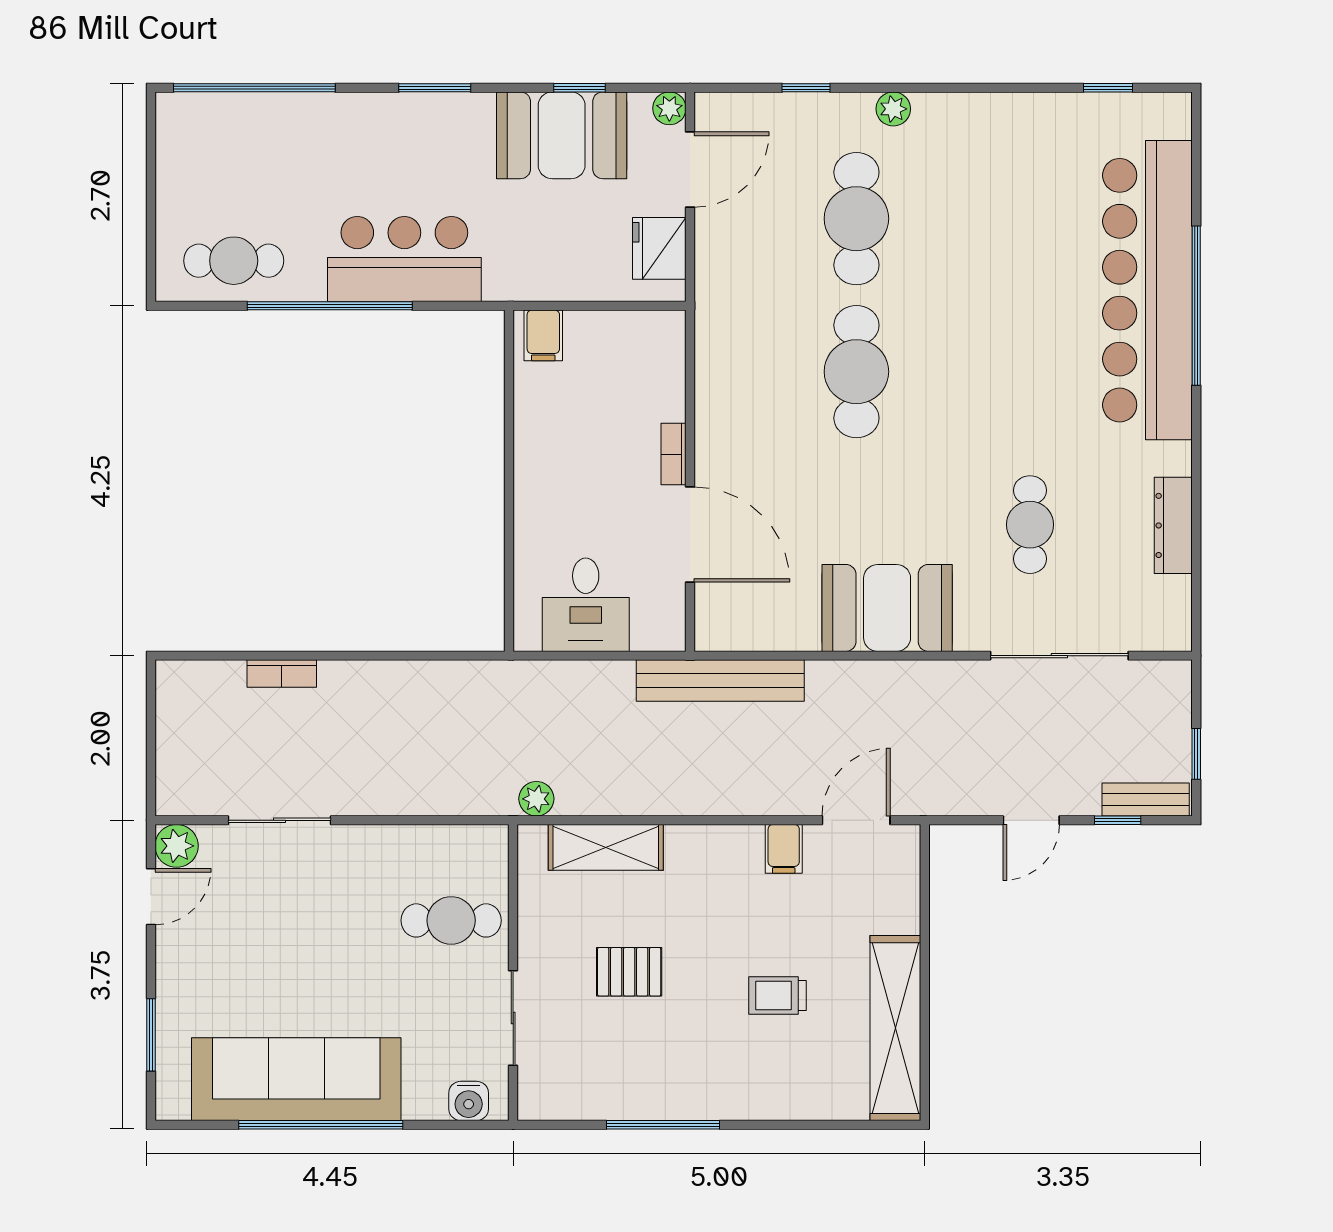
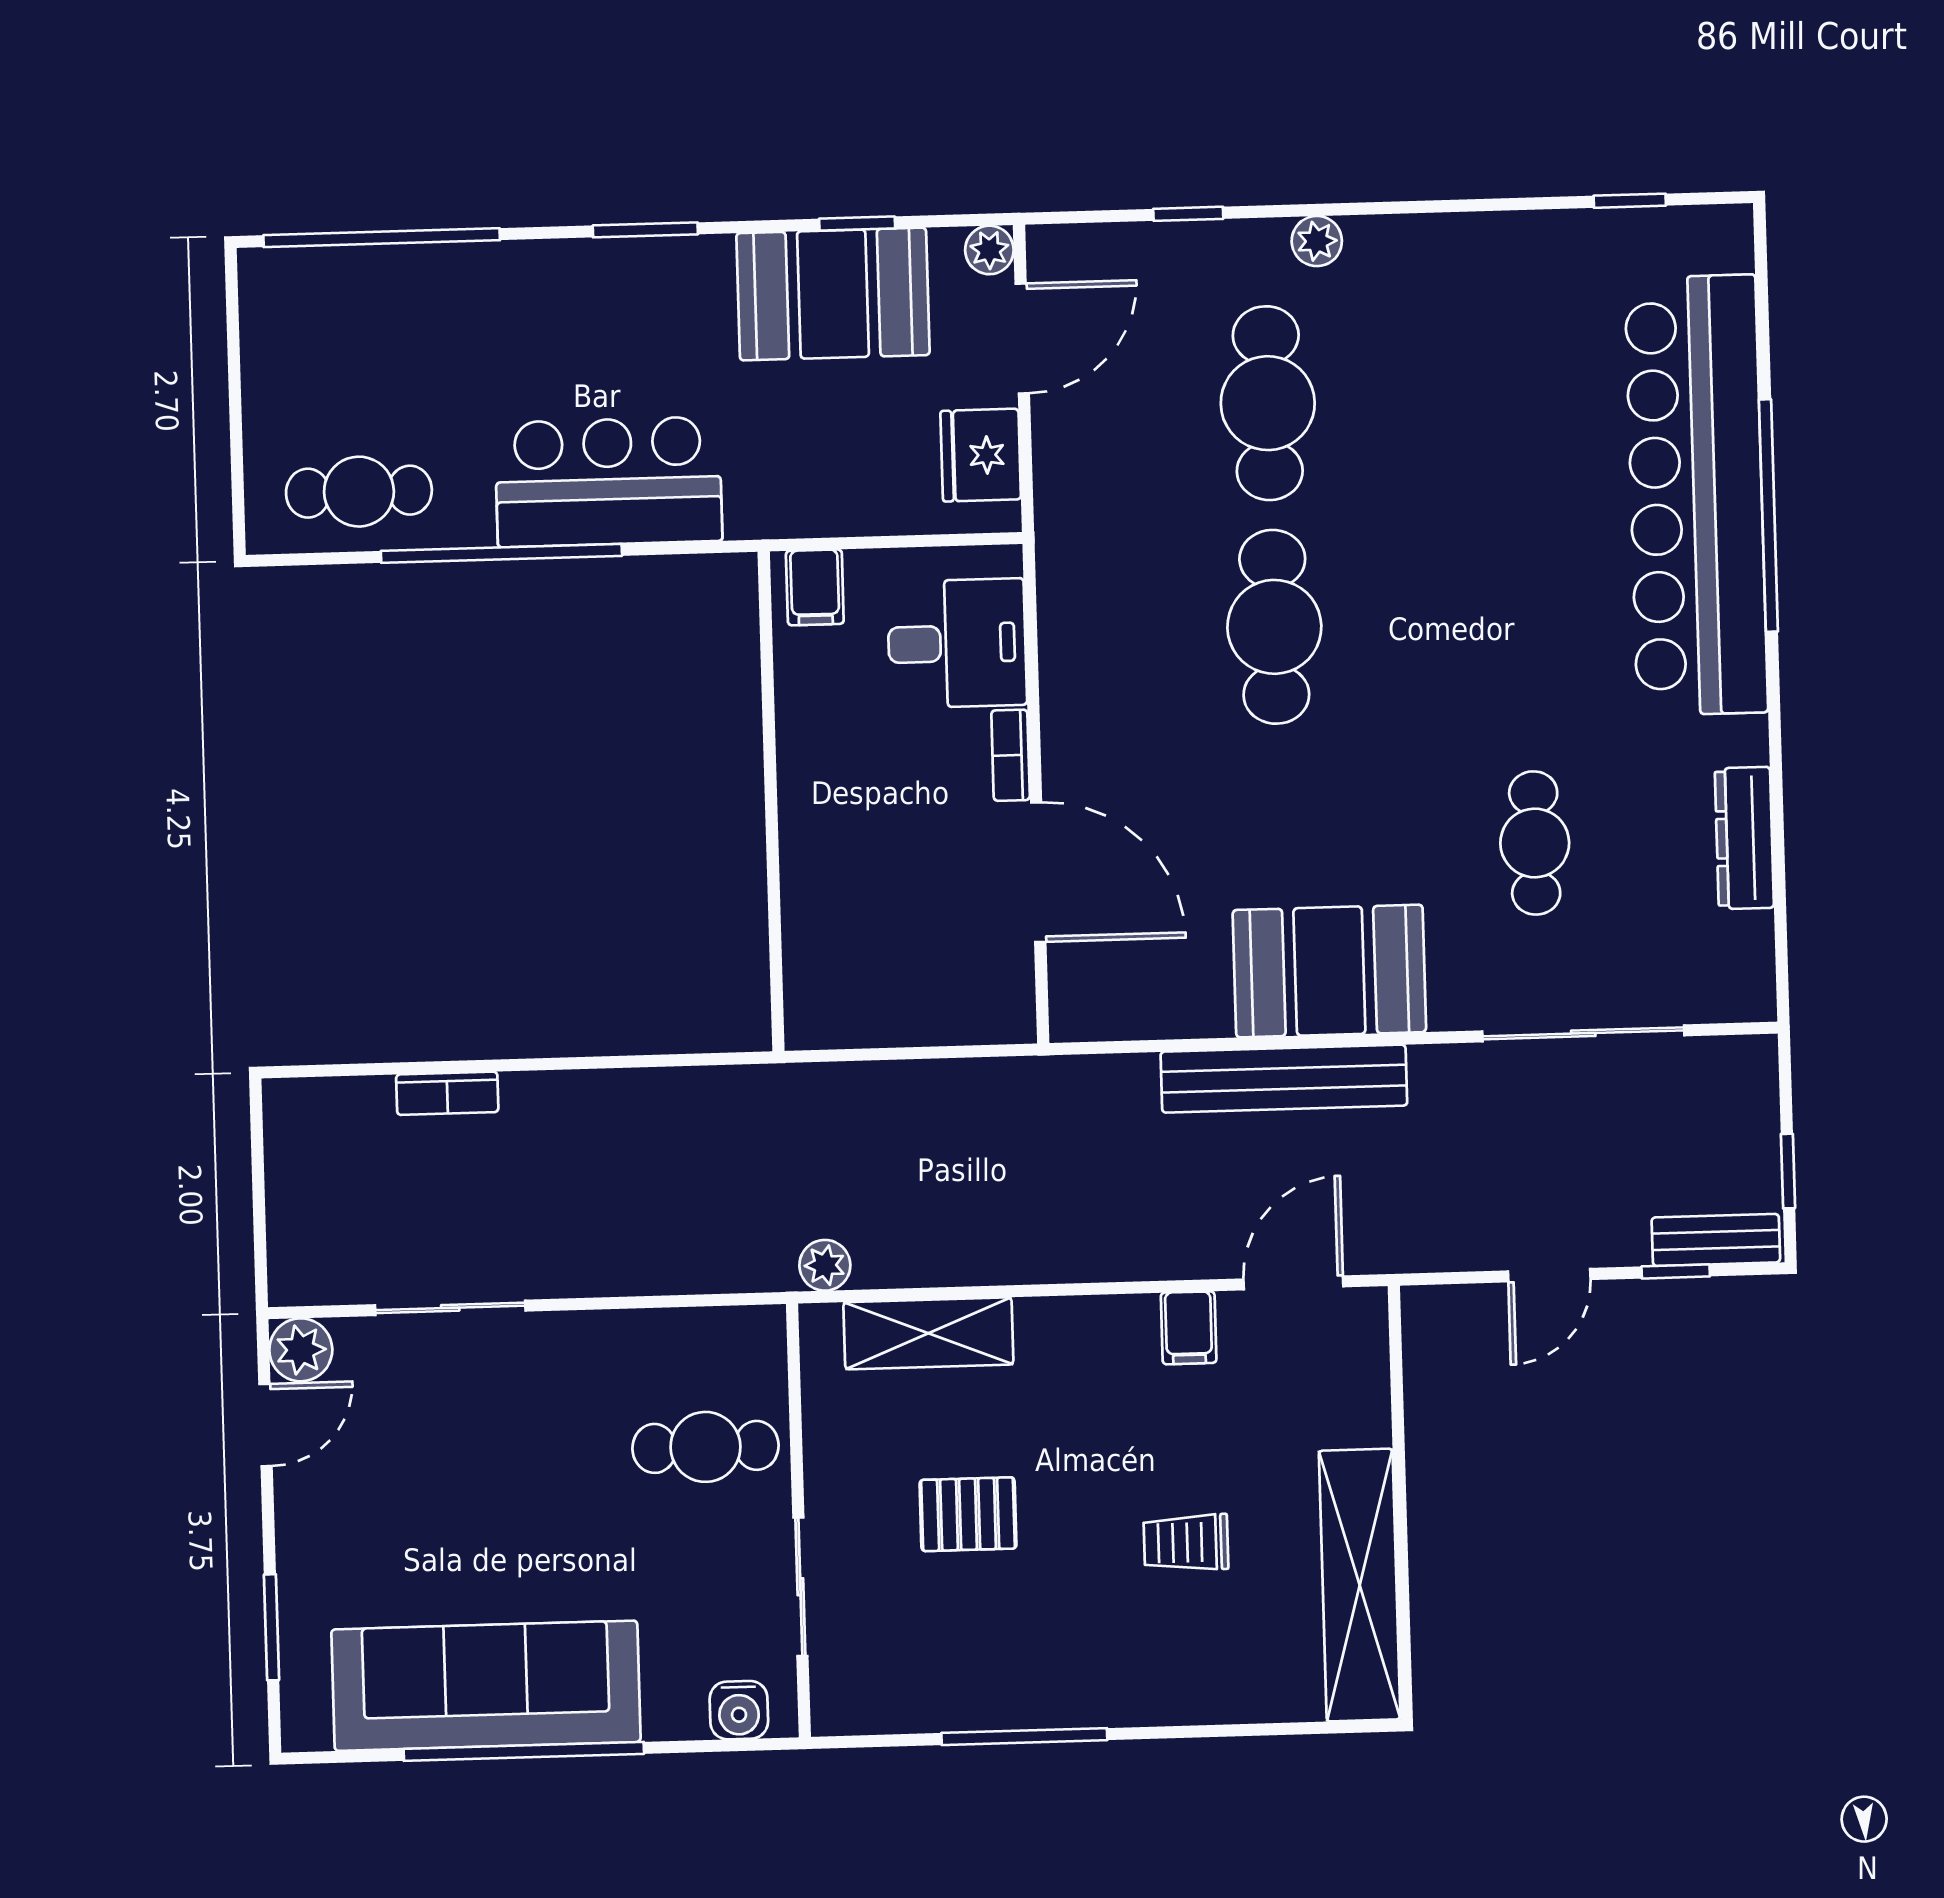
desk: (586, 605) -> (957, 643), moved, turned -90
bench: (720, 681) -> (1284, 1079), moved

